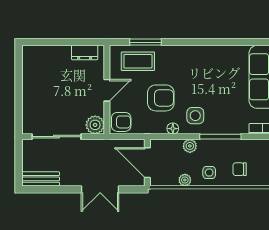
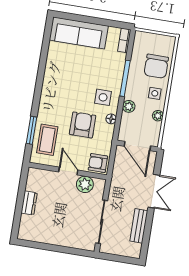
dresser: (85, 53) -> (29, 203), moved
armchair: (121, 122) -> (98, 163), turned -90
plant: (95, 125) -> (85, 184), moved
door: (147, 163) -> (137, 146), hinge flipped
chair: (240, 169) -> (156, 66), width x1.87, depth x1.87
bench: (41, 179) -> (139, 226), moved

